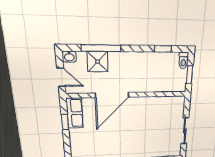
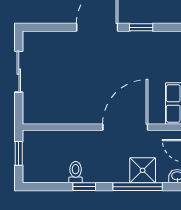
window: (163, 49) -> (84, 187), moved
toilet: (183, 60) -> (76, 172), moved

